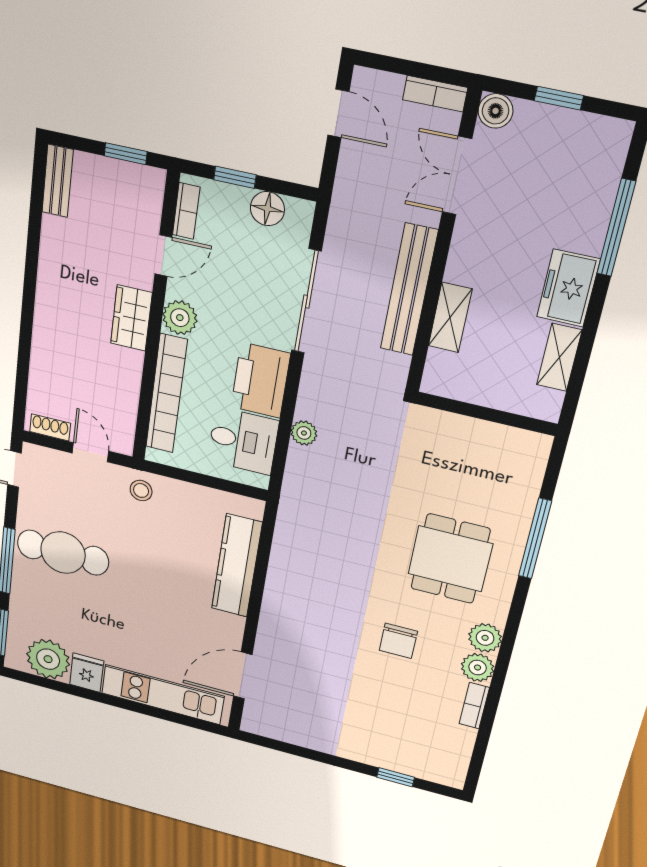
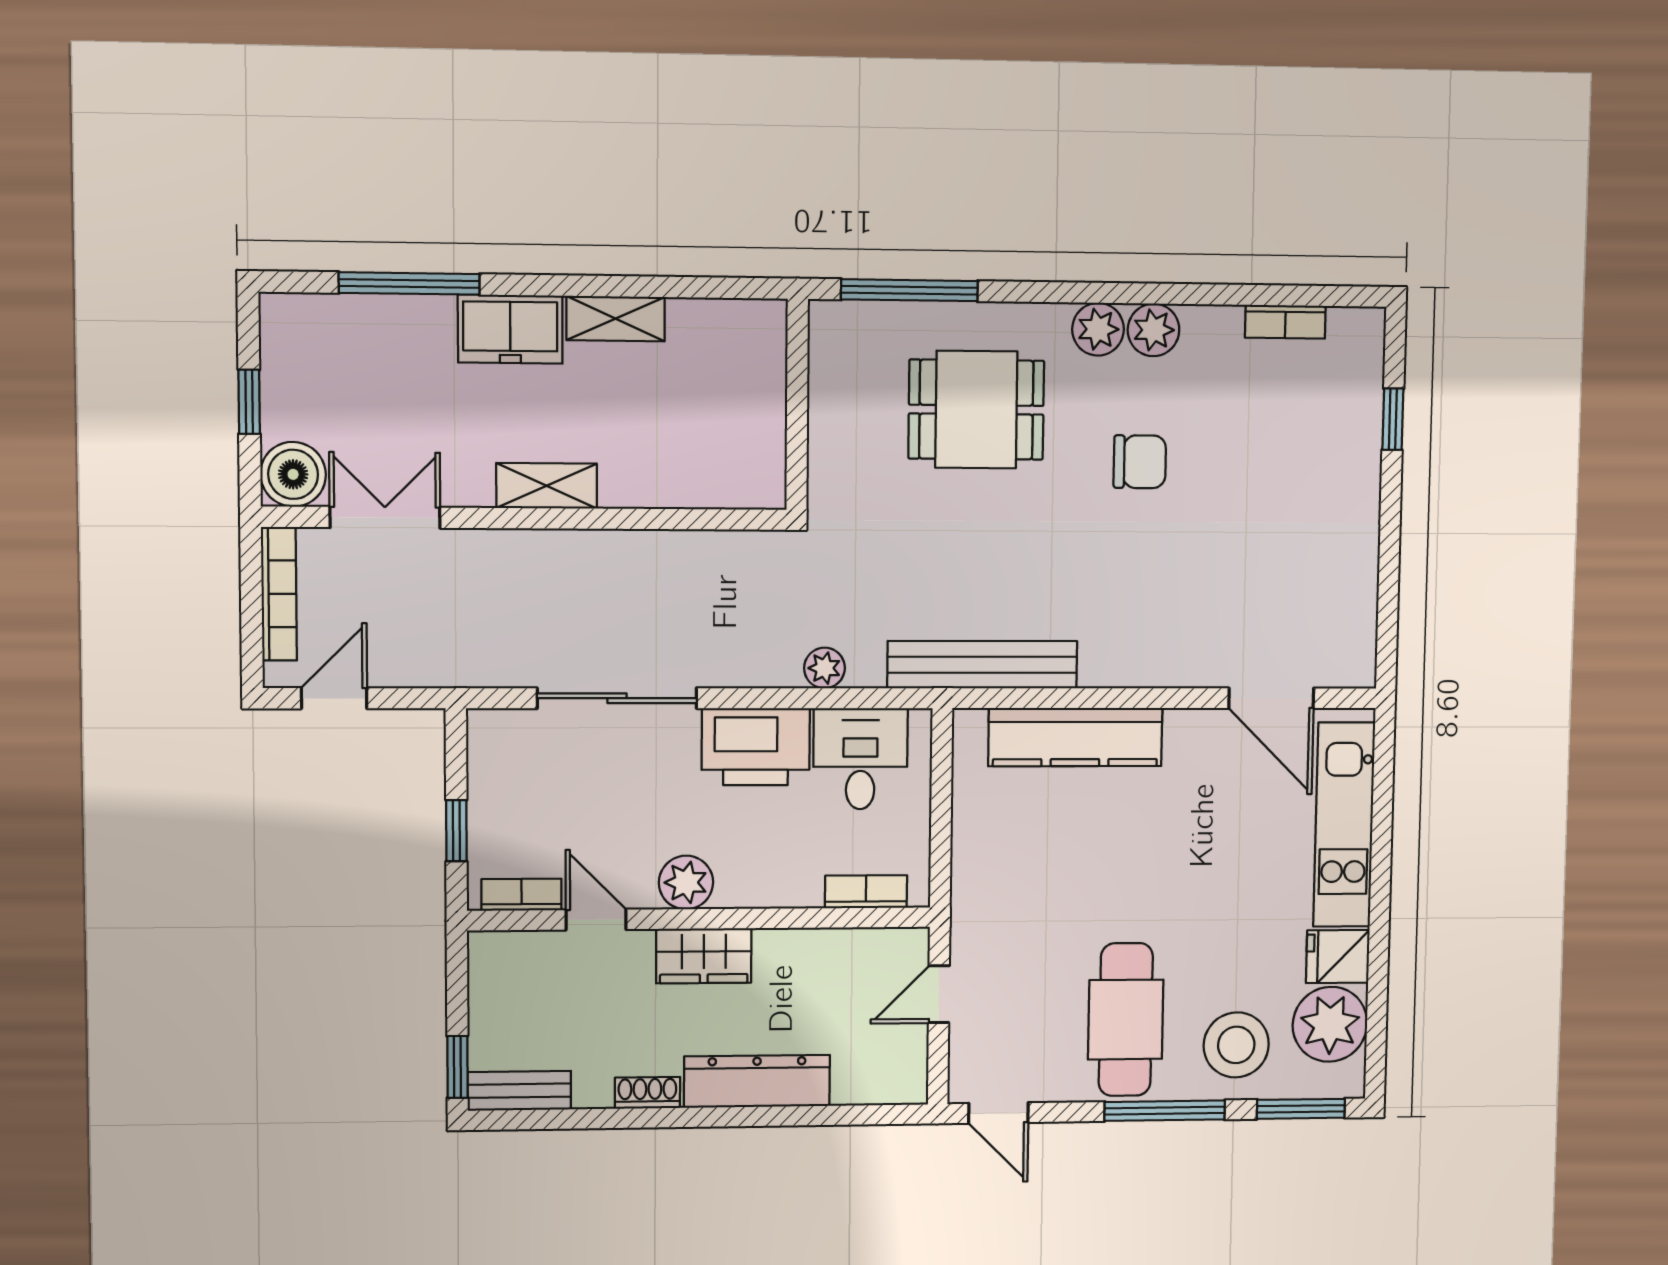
bookcase: (435, 94) -> (279, 594), width x1.56
boiler: (496, 111) -> (293, 474), width x1.36, depth x1.36
window: (126, 154) -> (457, 1067), moved
double door: (457, 176) -> (385, 517), swing flipped
floor lamp: (267, 209) -> (492, 777), removed
bench: (409, 290) -> (982, 665), moved
shelving: (450, 318) -> (547, 486), moved
dresser: (48, 332) -> (757, 1081), added
bookcase: (166, 394) -> (866, 892), width x0.43, depth x0.76
wall: (486, 414) -> (797, 405), moved
shoe rack: (50, 427) -> (647, 1093), moved, turned 90
stool: (141, 490) -> (1236, 1045), moved, width x1.89, depth x1.89
bookcase: (474, 706) -> (1285, 322), moved

